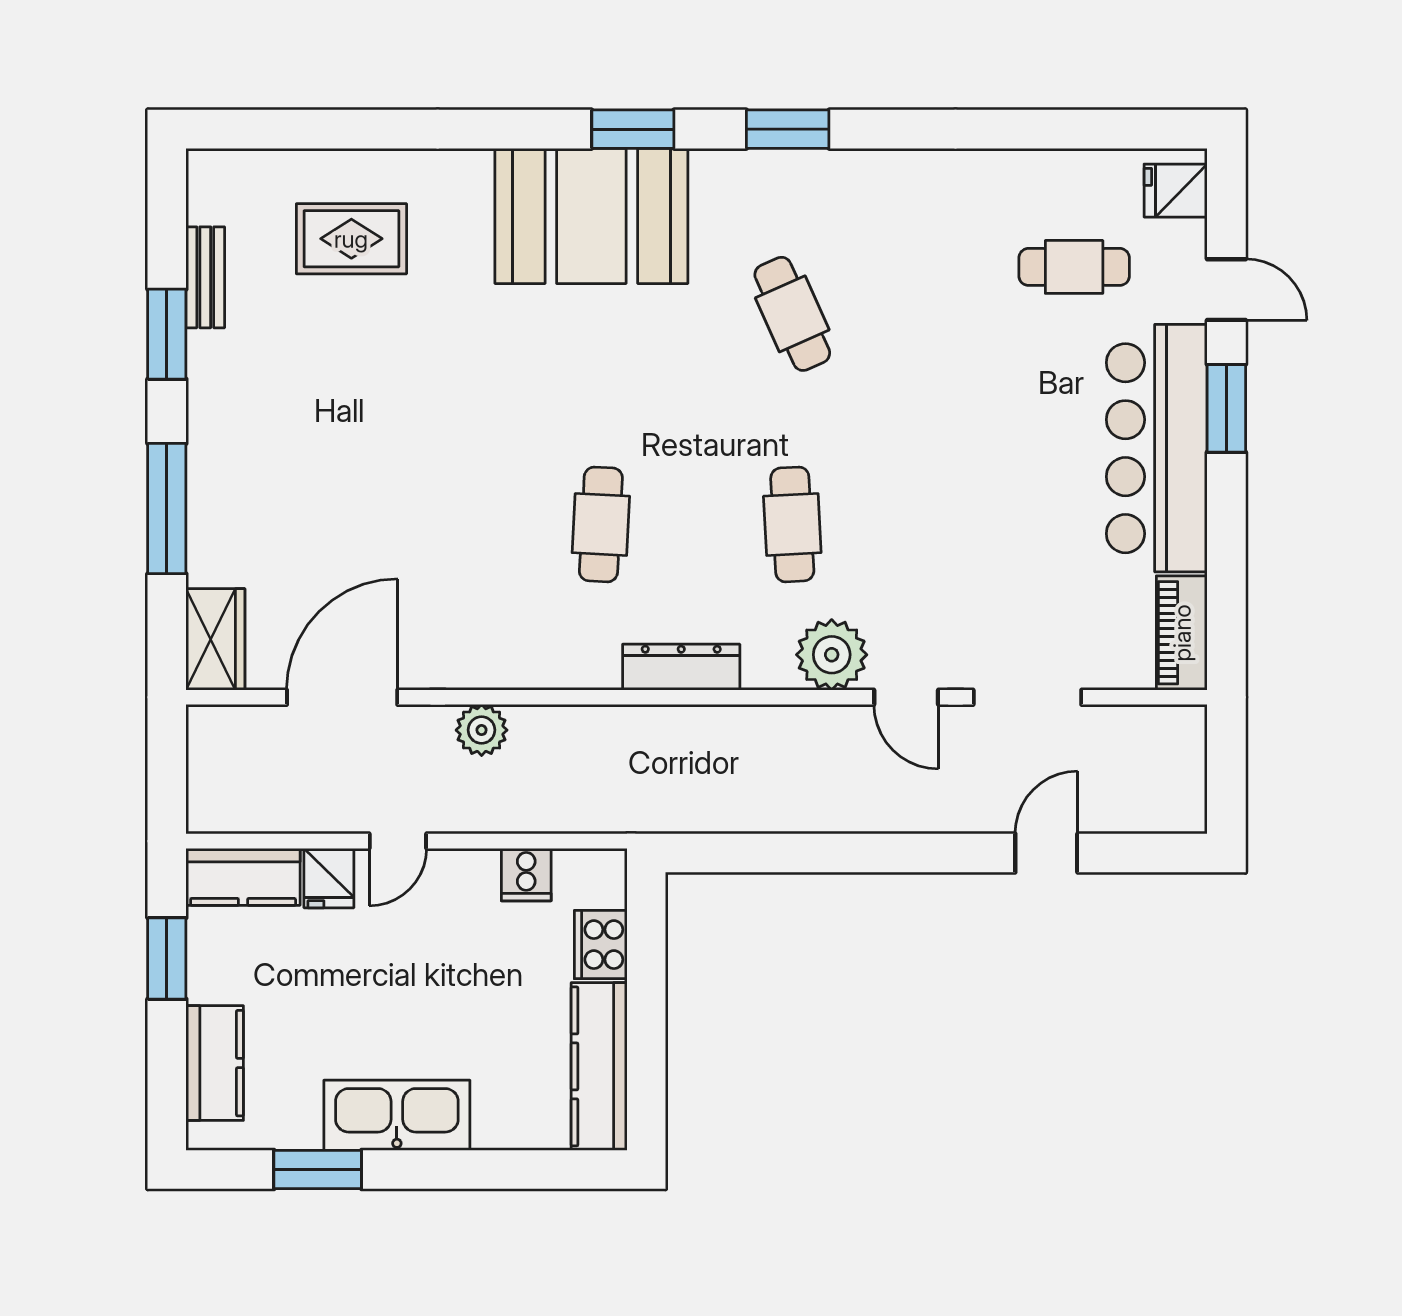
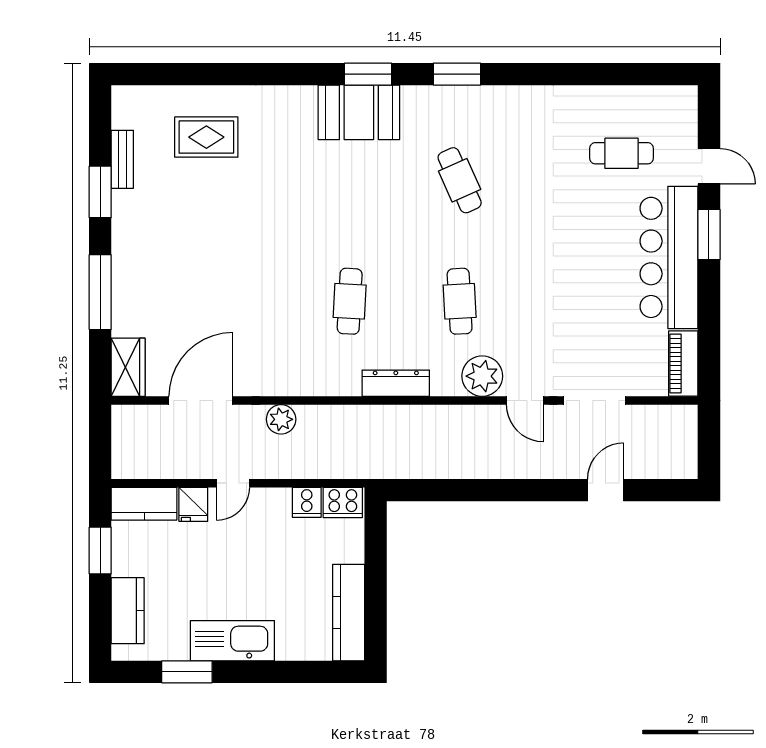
fridge: (1176, 191) -> (680, 109), removed
booth: (591, 216) -> (359, 112), width x0.73, depth x0.70
cooker: (601, 945) -> (343, 502), moved, turned -90

